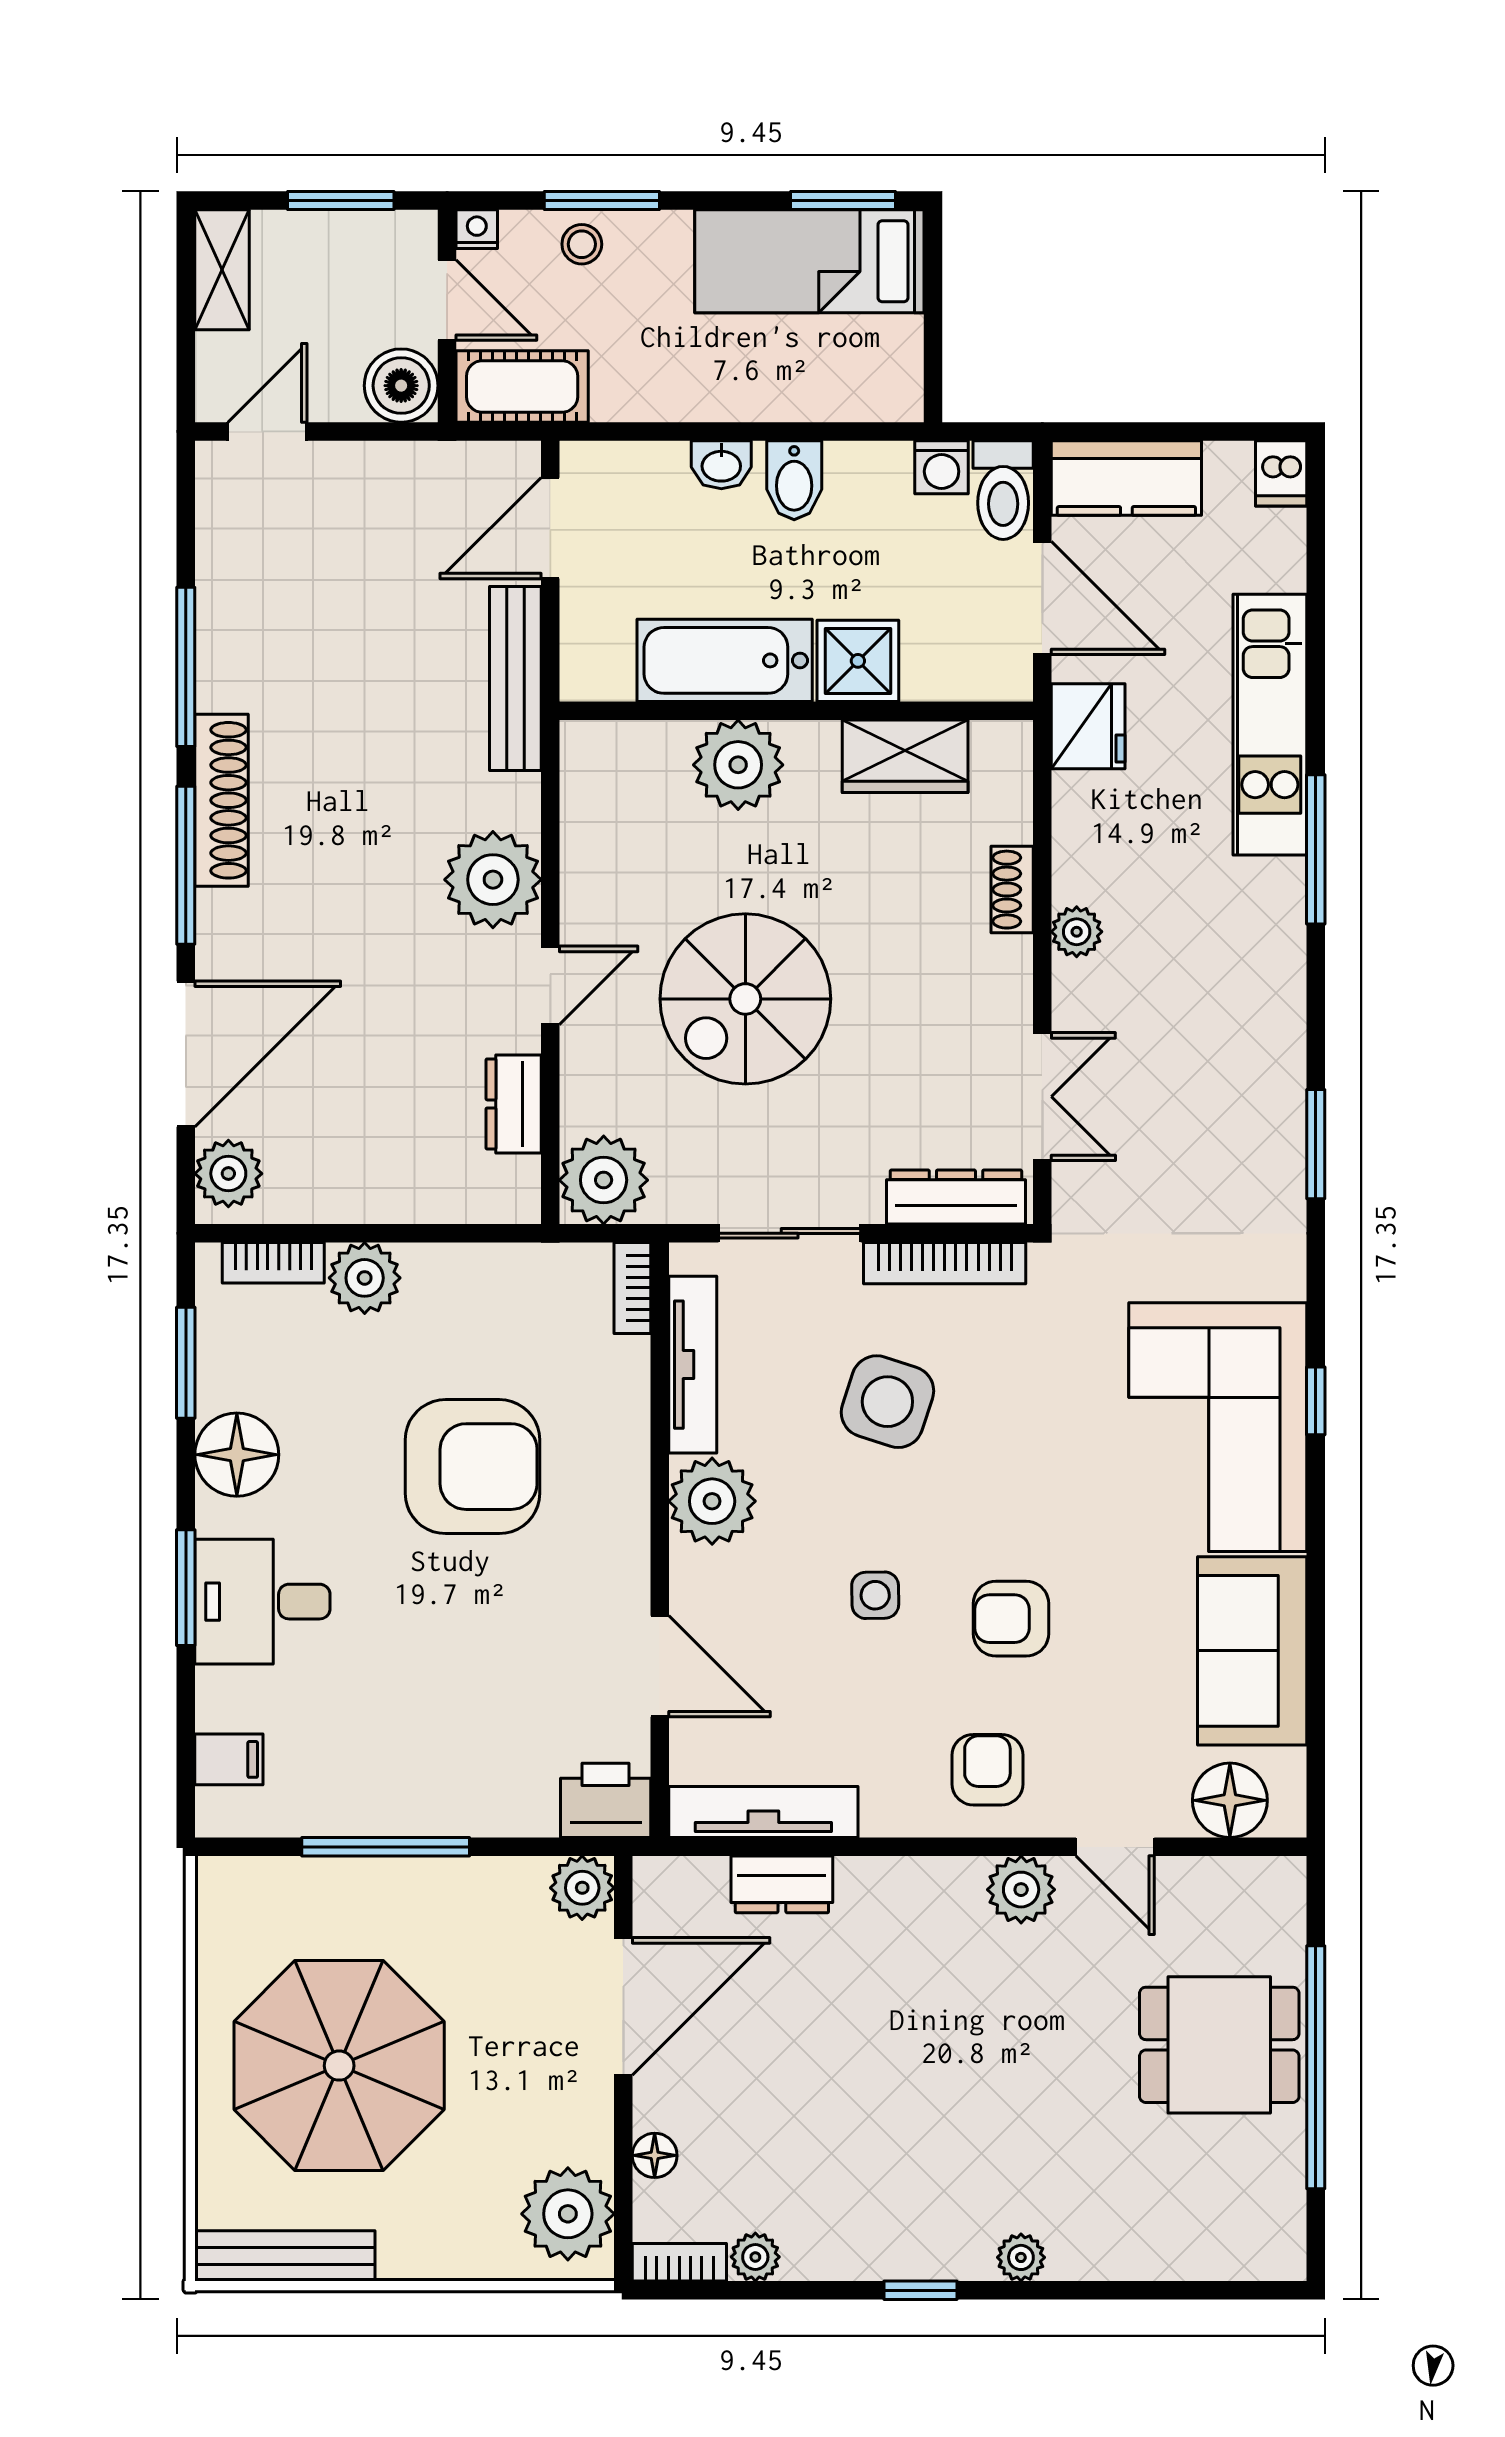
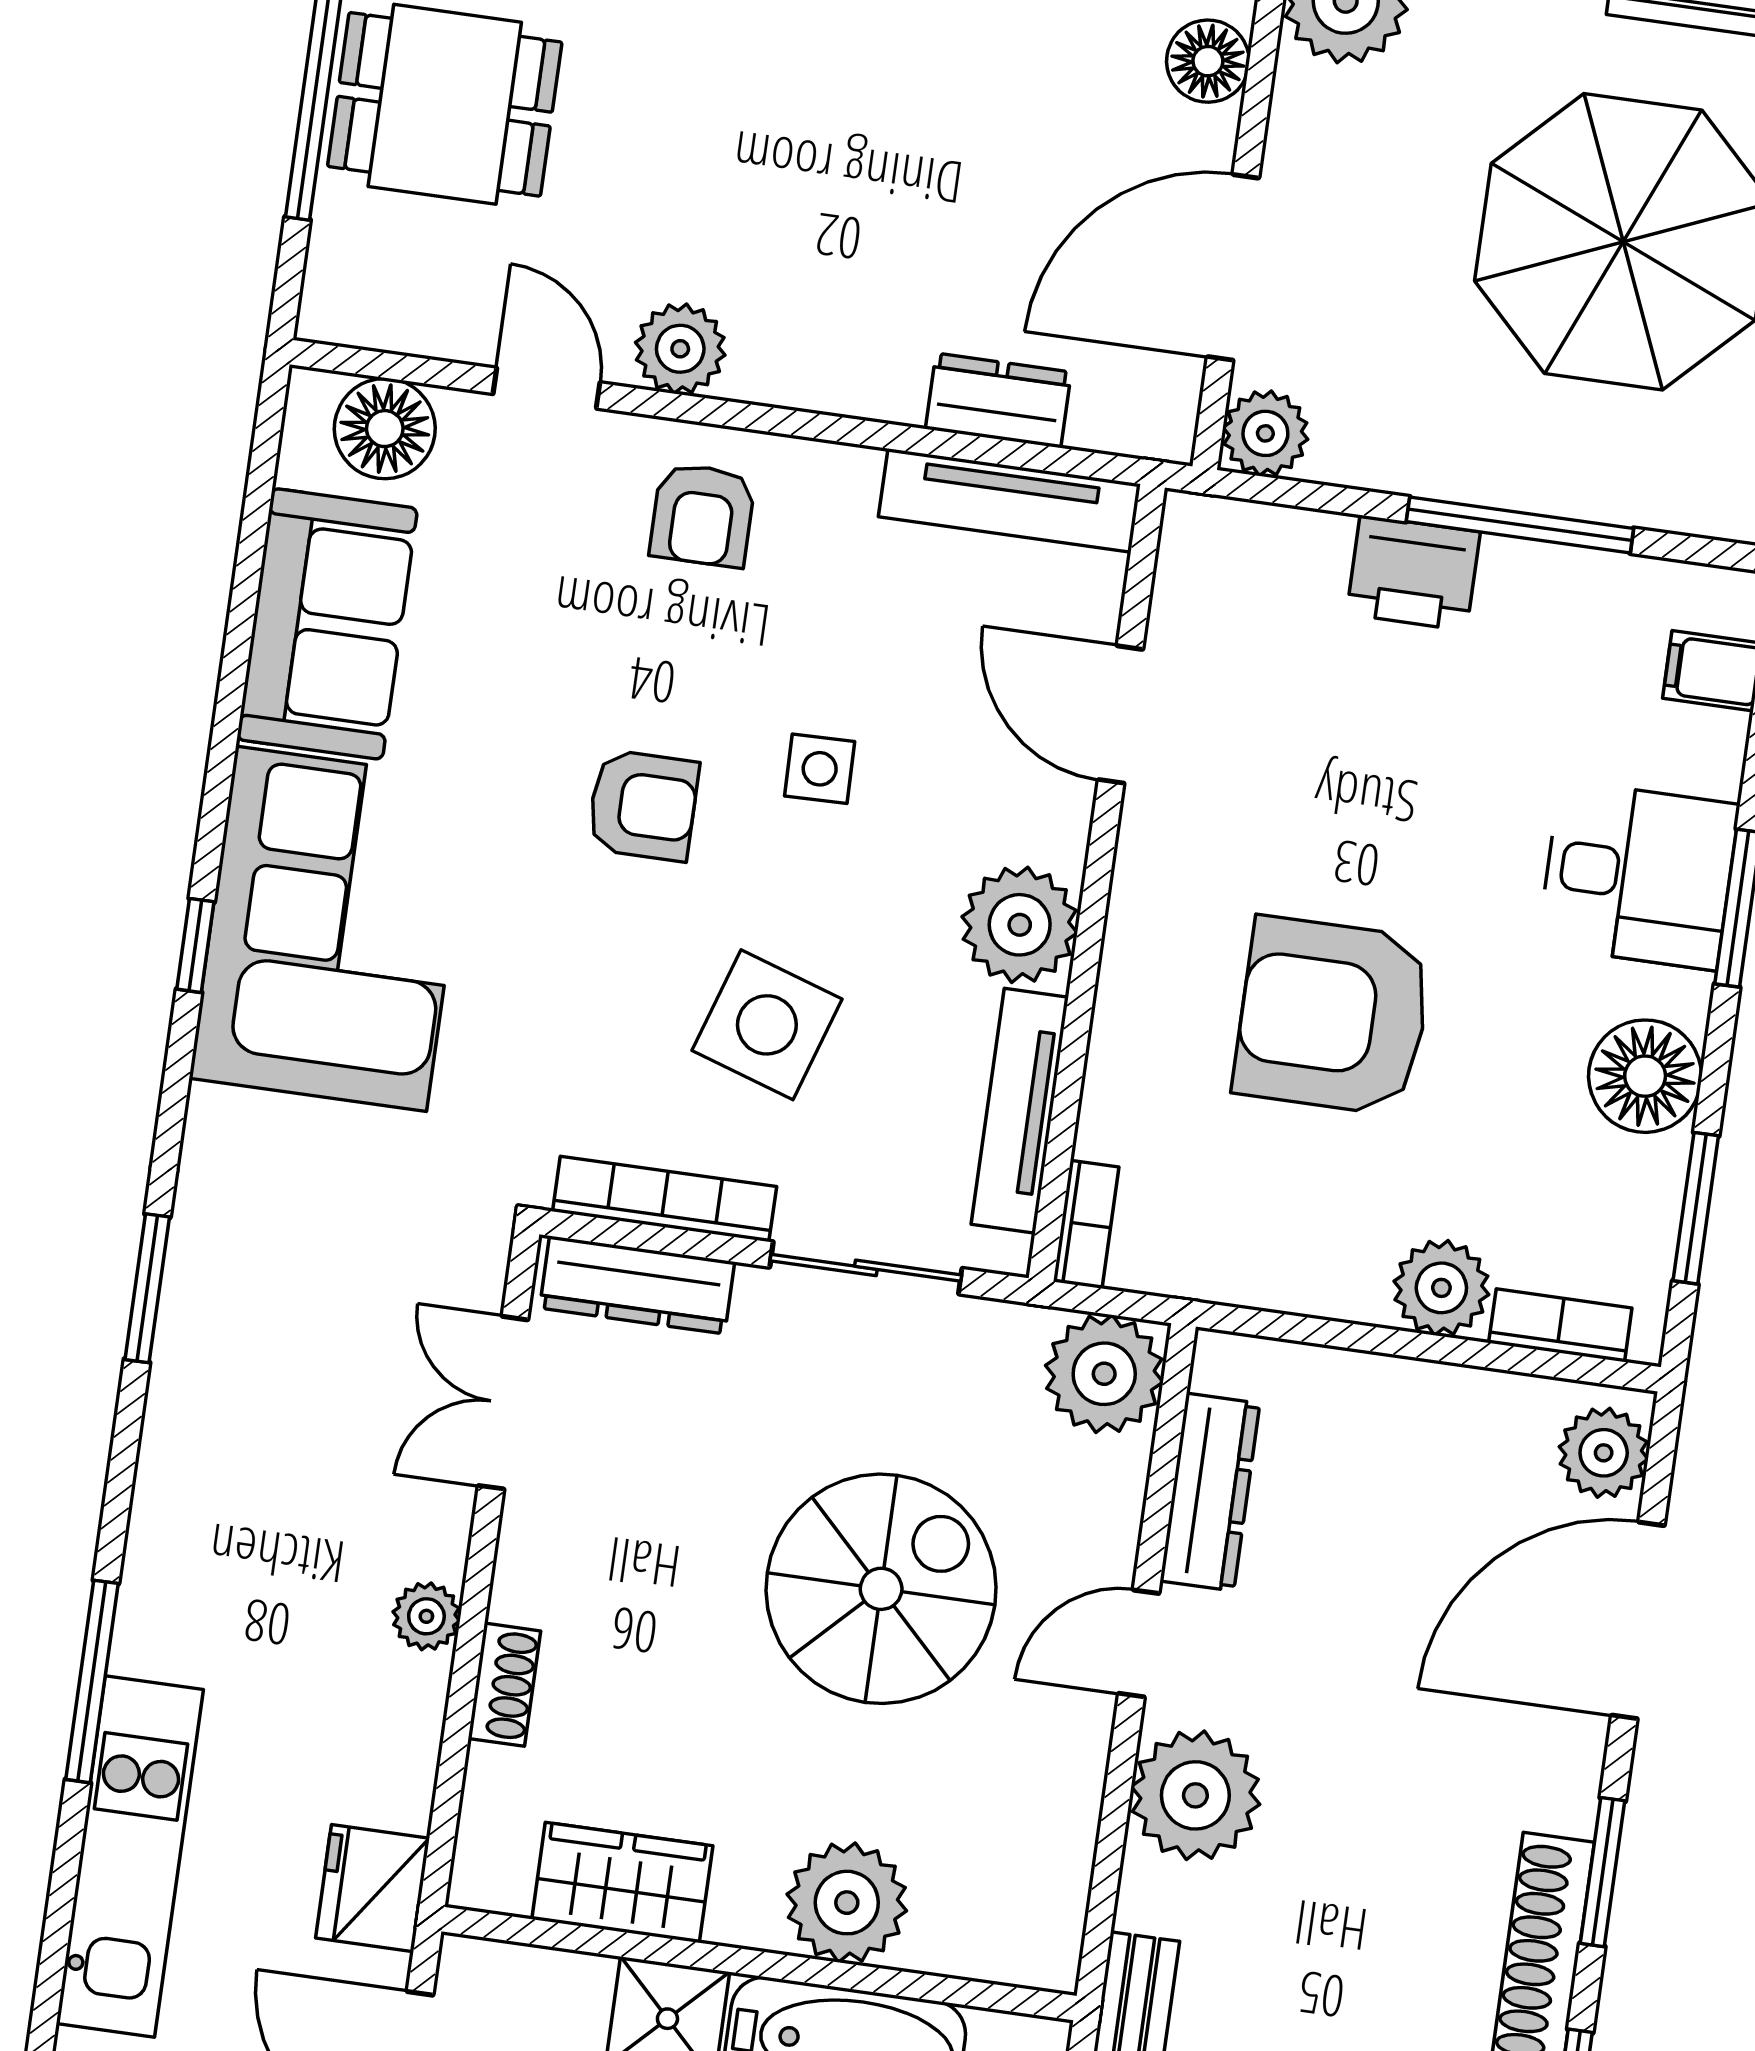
window: (186, 865) -> (1603, 1872), width x0.69
dresser: (514, 1104) -> (1210, 1492), width x1.44
armchair: (1011, 1619) -> (643, 805), moved
printer: (606, 1800) -> (1413, 573), moved
floor lamp: (655, 2155) -> (1208, 61), width x1.37, depth x1.37

